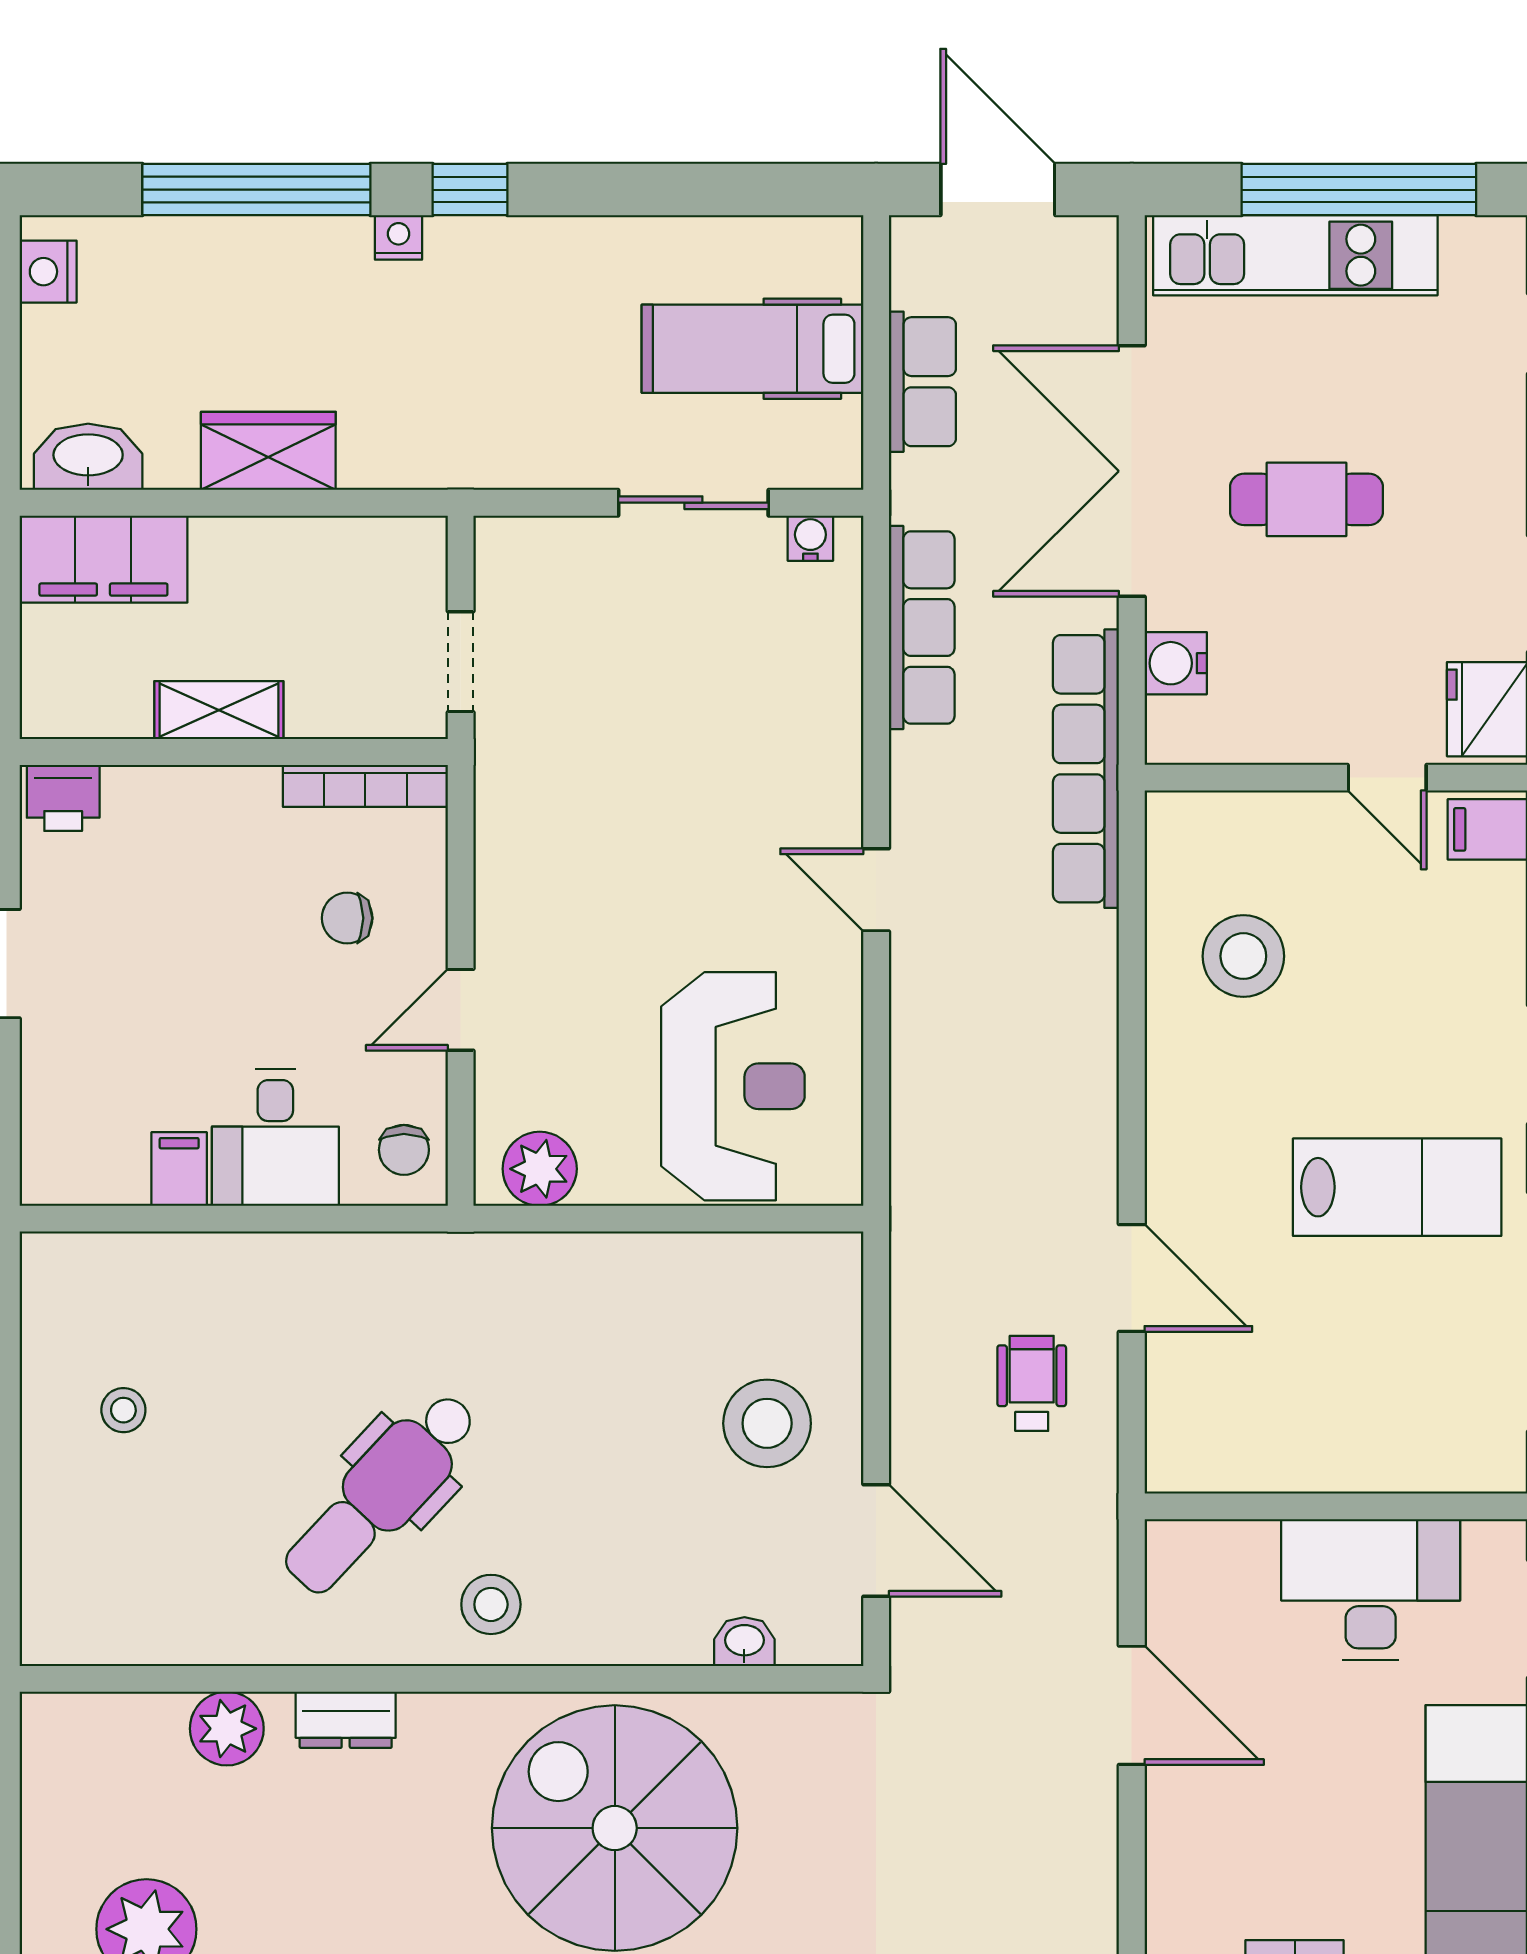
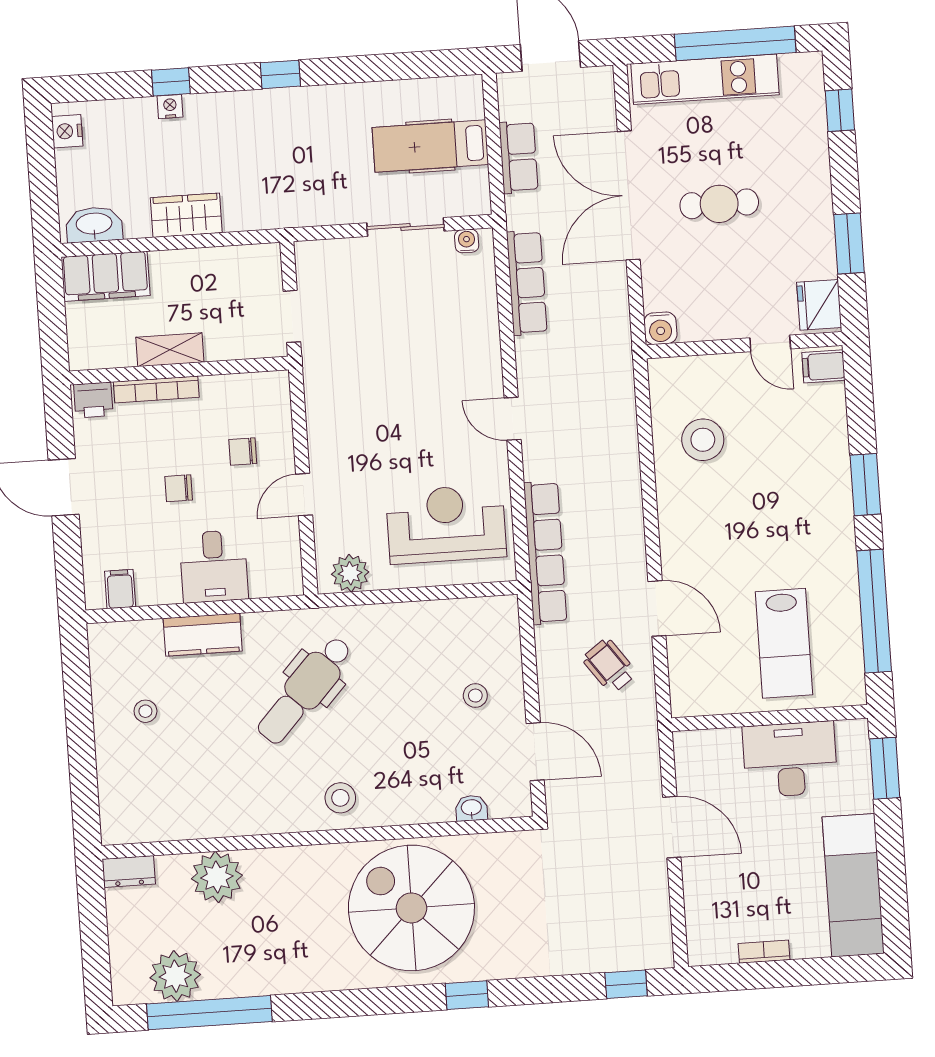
window: (256, 190) -> (171, 82), width x0.32
nightstand: (399, 237) -> (170, 107), moved
water cooler: (1176, 663) -> (660, 328), moved, turned -90
row of seats: (1086, 769) -> (545, 553), moved, turned 180
bookcase: (365, 786) -> (156, 390), moved
reception desk: (733, 1086) -> (446, 524), turned -90
chair: (404, 1150) -> (179, 488), moved, turned 90
filing cabinet: (179, 1169) -> (120, 589), moved
lab bench: (1397, 1187) -> (784, 643), moved, turned 90
kitchen counter: (245, 1269) -> (203, 635), added
wheelchair: (1032, 1383) -> (609, 666), turned -36
stool: (767, 1423) -> (475, 696), width x0.53, depth x0.53
dental chair: (381, 1493) -> (305, 690), moved
dresser: (346, 1720) -> (129, 872), moved
plant: (227, 1729) -> (217, 877), width x1.36, depth x1.36

